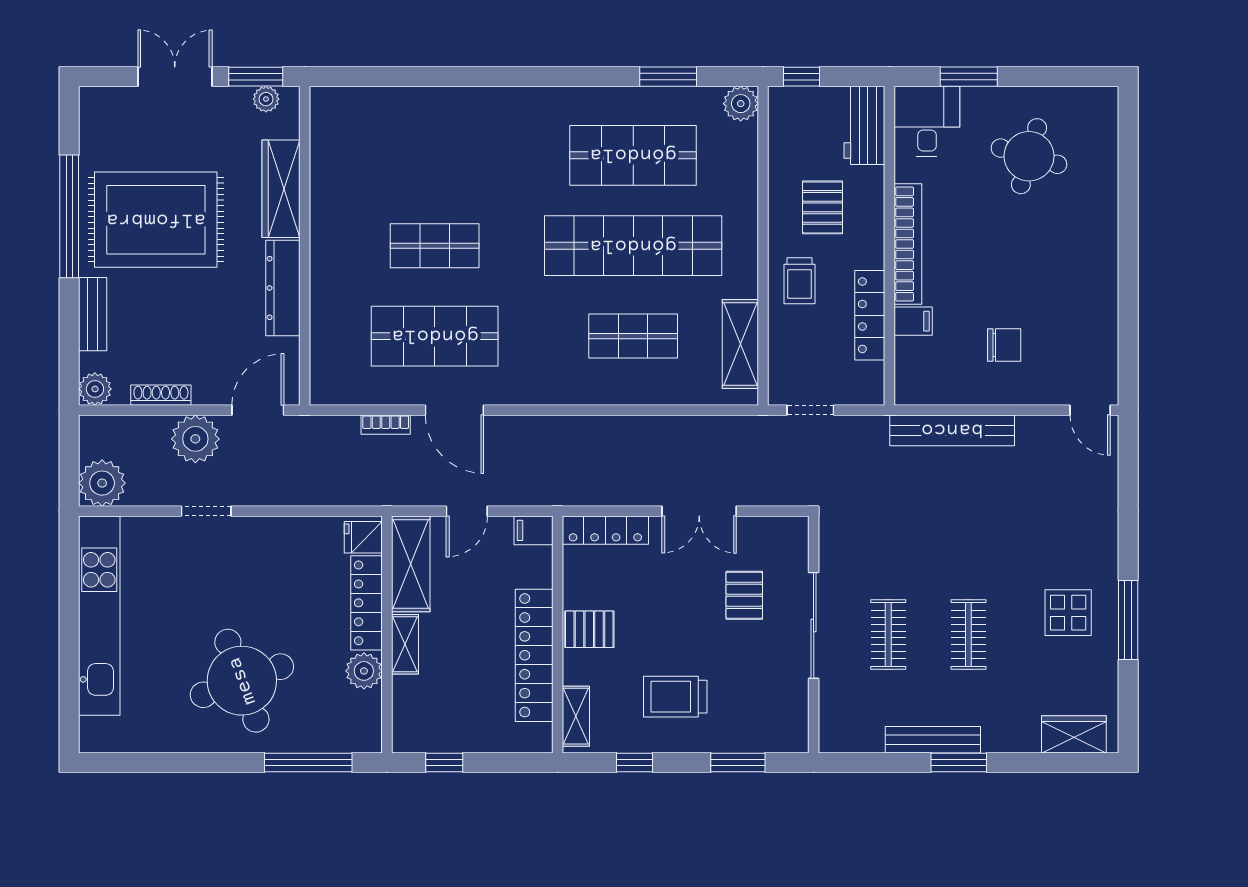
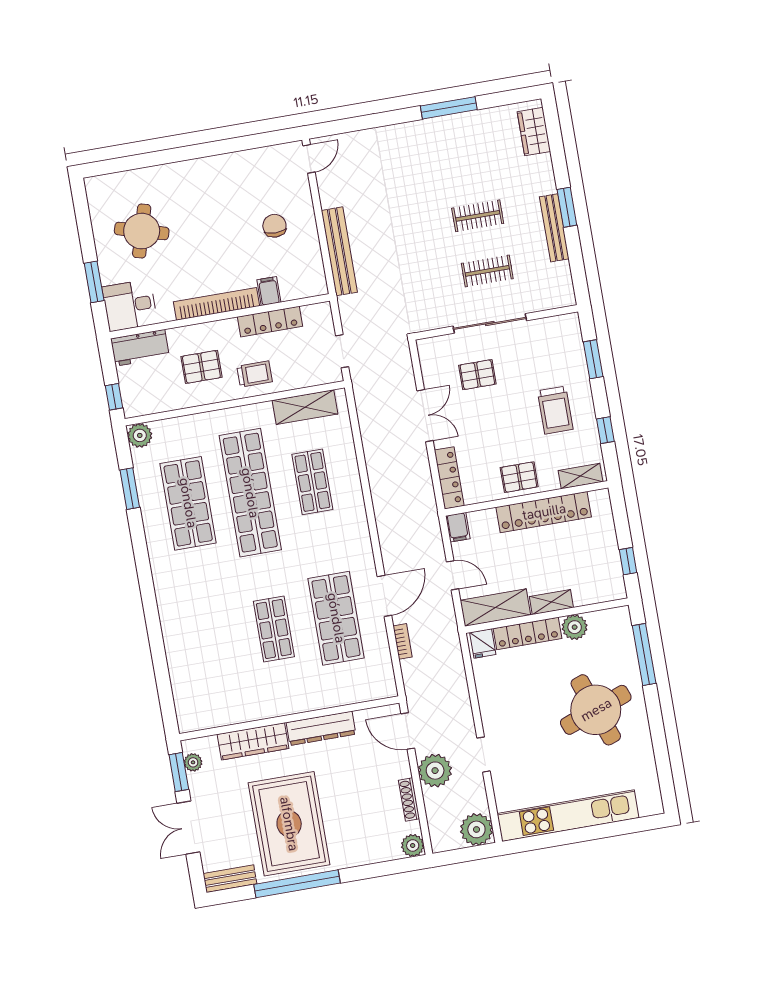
bench: (93, 314) -> (230, 879), moved
display table: (1068, 613) -> (451, 150), removed
pallet: (589, 629) -> (519, 477), turned 90

